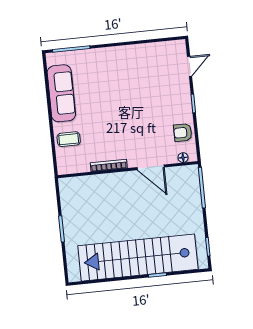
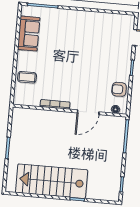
sofa: (61, 93) -> (29, 34), width x0.73
door: (151, 167) -> (88, 112), hinge flipped
stairs: (138, 258) -> (52, 181), width x0.73

